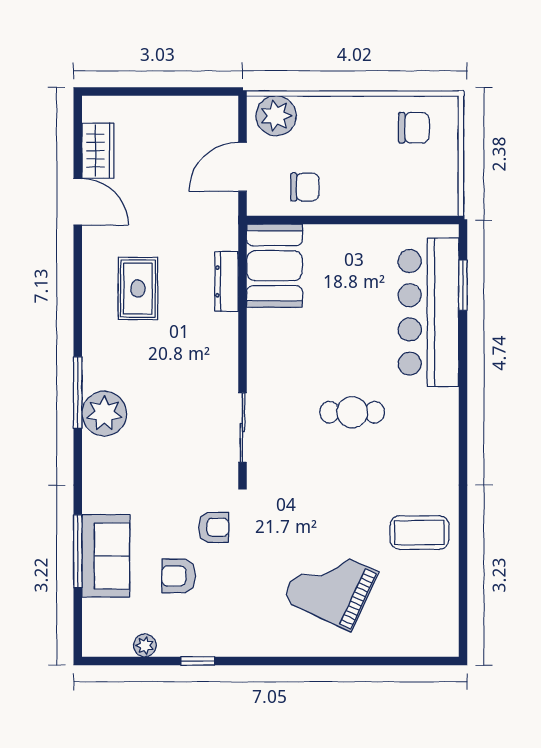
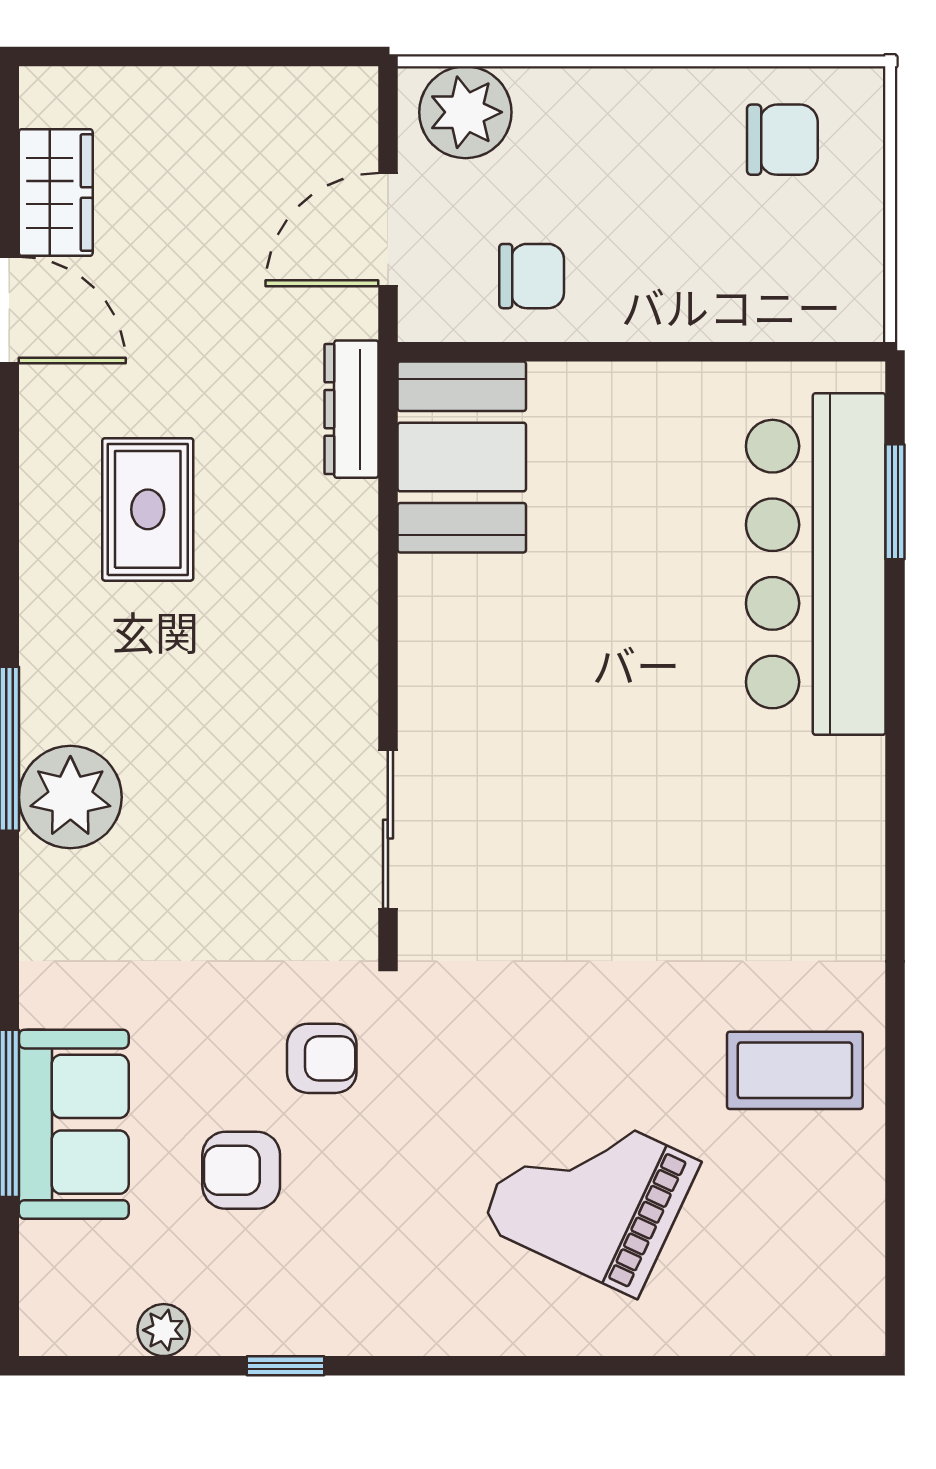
dresser: (227, 281) -> (351, 409), moved
cafe table: (352, 412) -> (640, 794), removed

